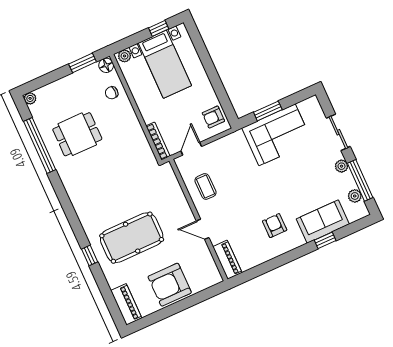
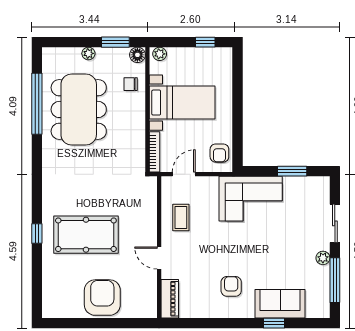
bed with nightstands: (165, 64) -> (182, 103), moved, turned -90
plant: (30, 98) -> (88, 53), moved
window: (268, 111) -> (292, 171), moved
armchair: (213, 117) -> (219, 153), turned -90
dining table: (77, 134) -> (79, 109), width x1.88, depth x1.24
corner sofa: (277, 135) -> (251, 199), moved
plant: (355, 196) -> (323, 293), removed
armchair: (170, 285) -> (102, 298), turned 90
piano: (126, 304) -> (51, 298), removed

